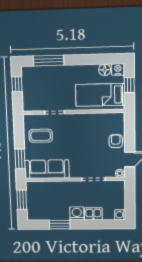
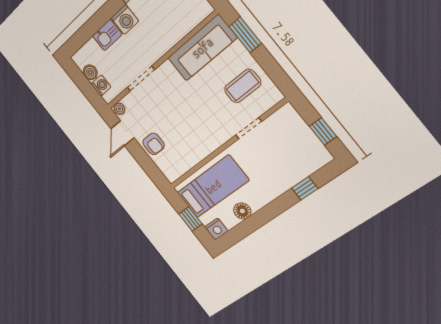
window: (49, 61) -> (305, 188), width x0.46
floor lamp: (105, 70) -> (242, 211), moved
boiler: (120, 204) -> (90, 72), added
washing machine: (120, 215) -> (101, 85), moved

